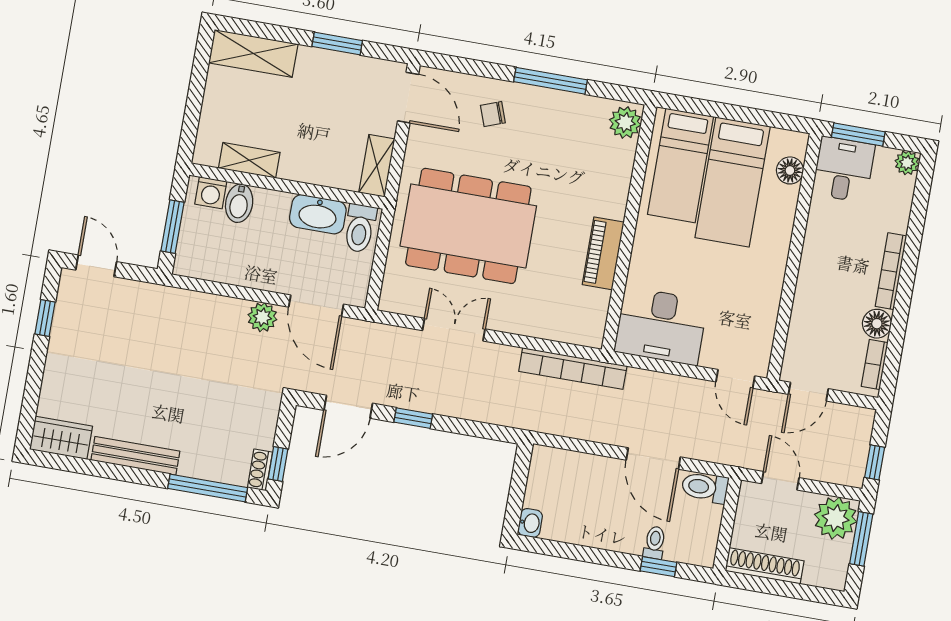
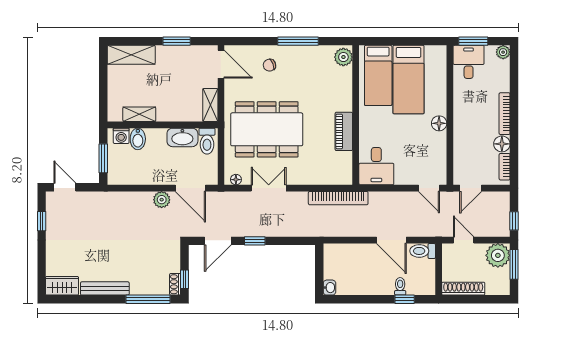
floor lamp: (790, 170) -> (439, 123), moved
floor lamp: (399, 305) -> (236, 180), added
desk: (661, 326) -> (376, 166), width x0.73

